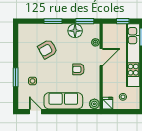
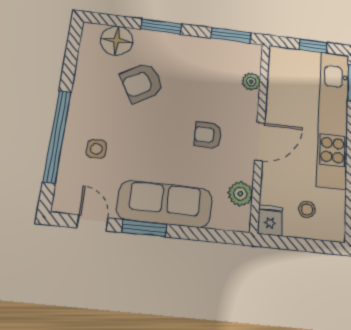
floor lamp: (75, 31) -> (117, 41), moved
door: (101, 57) -> (260, 142), moved
window: (16, 77) -> (57, 136), width x2.11
plant: (94, 104) -> (240, 194), moved
window: (56, 112) -> (144, 228), added

